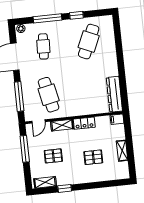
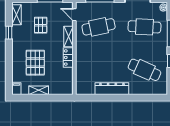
cafe table: (43, 46) -> (144, 27), width x1.37, depth x1.35
dresser: (114, 94) -> (112, 89), moved
filing cabinet: (117, 119) -> (16, 89), moved
pallet: (93, 157) -> (35, 63), width x1.50, depth x1.42

